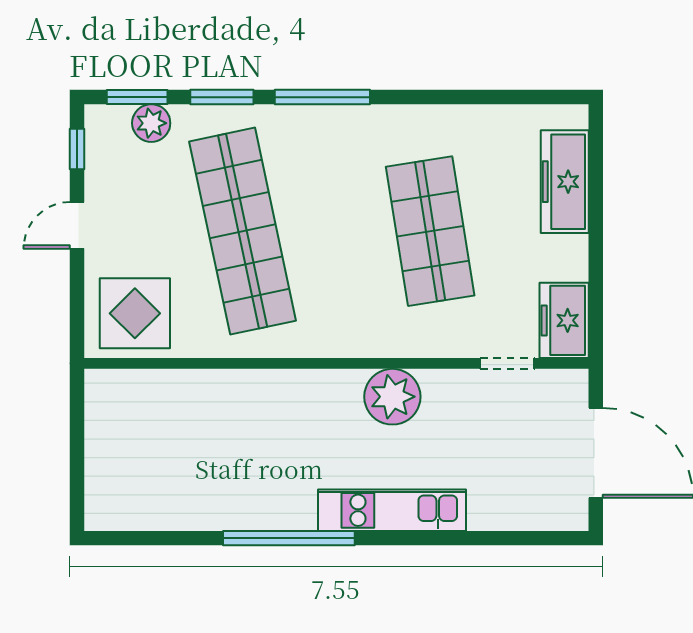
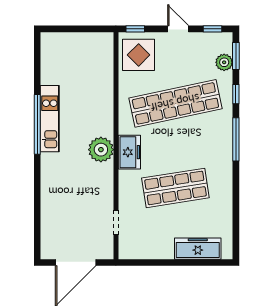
window: (222, 97) -> (236, 94), width x0.67
window: (77, 320) -> (135, 29), added
freezer: (564, 320) -> (129, 152), moved, turned 90
plant: (392, 397) -> (101, 150), moved
kitchen unit: (392, 510) -> (50, 119), moved

